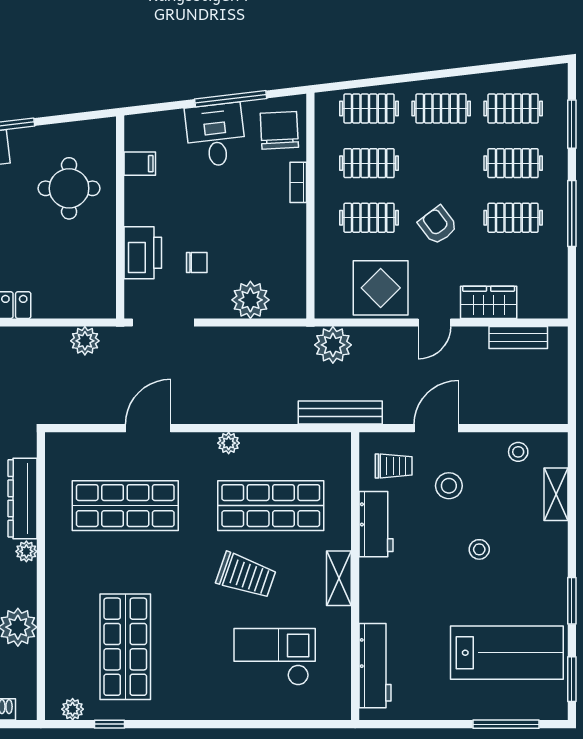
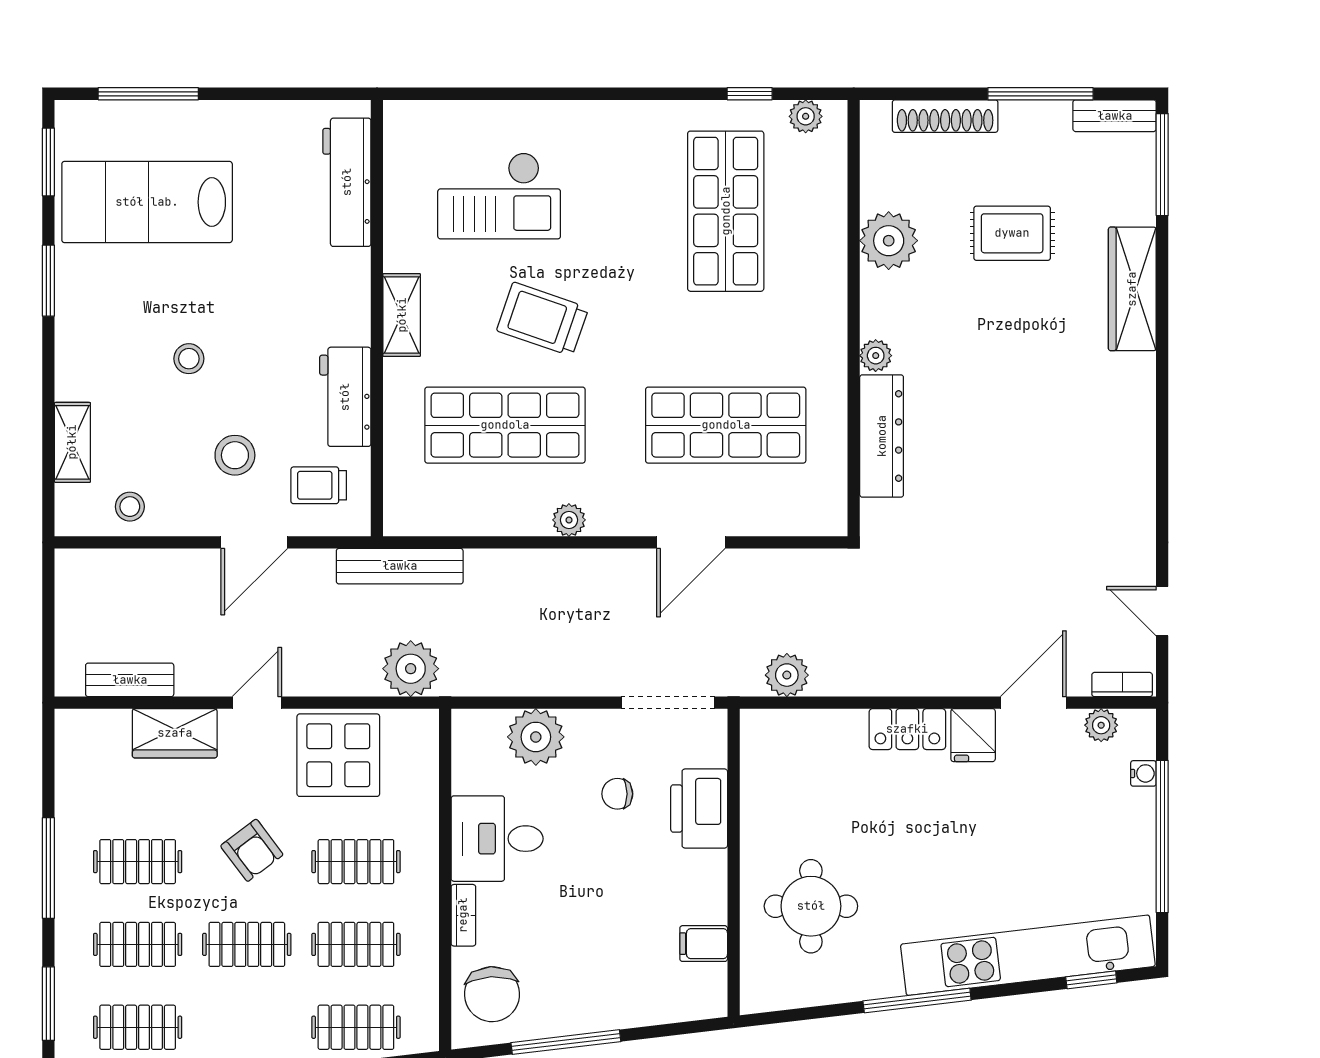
clothes rail: (441, 109) -> (247, 944), moved
desk: (216, 135) -> (497, 839), moved, turned 97

